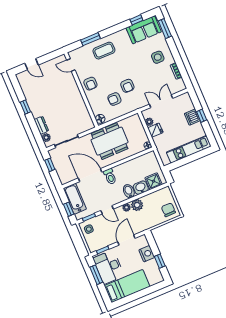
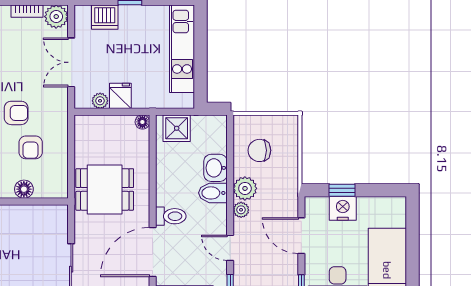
plant: (179, 86) -> (56, 17), added
dishwasher: (192, 117) -> (105, 17), moved
floor lamp: (100, 119) -> (24, 189), moved
dining table: (109, 141) -> (105, 189), width x0.73
shower: (154, 181) -> (177, 128), moved
door: (107, 210) -> (230, 248), swing flipped
chair: (168, 210) -> (259, 150), moved
window: (160, 261) -> (342, 190), moved

